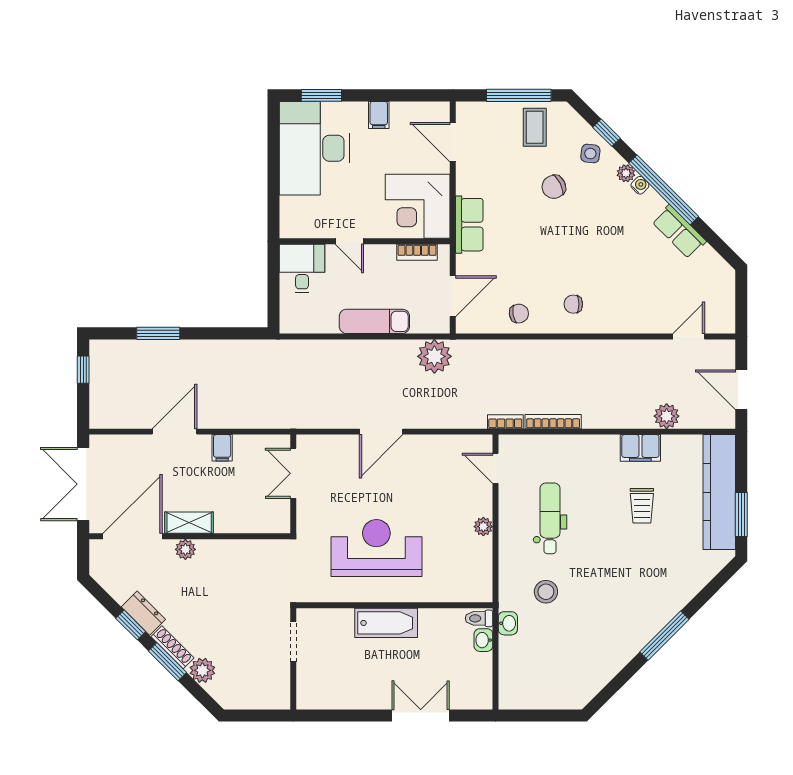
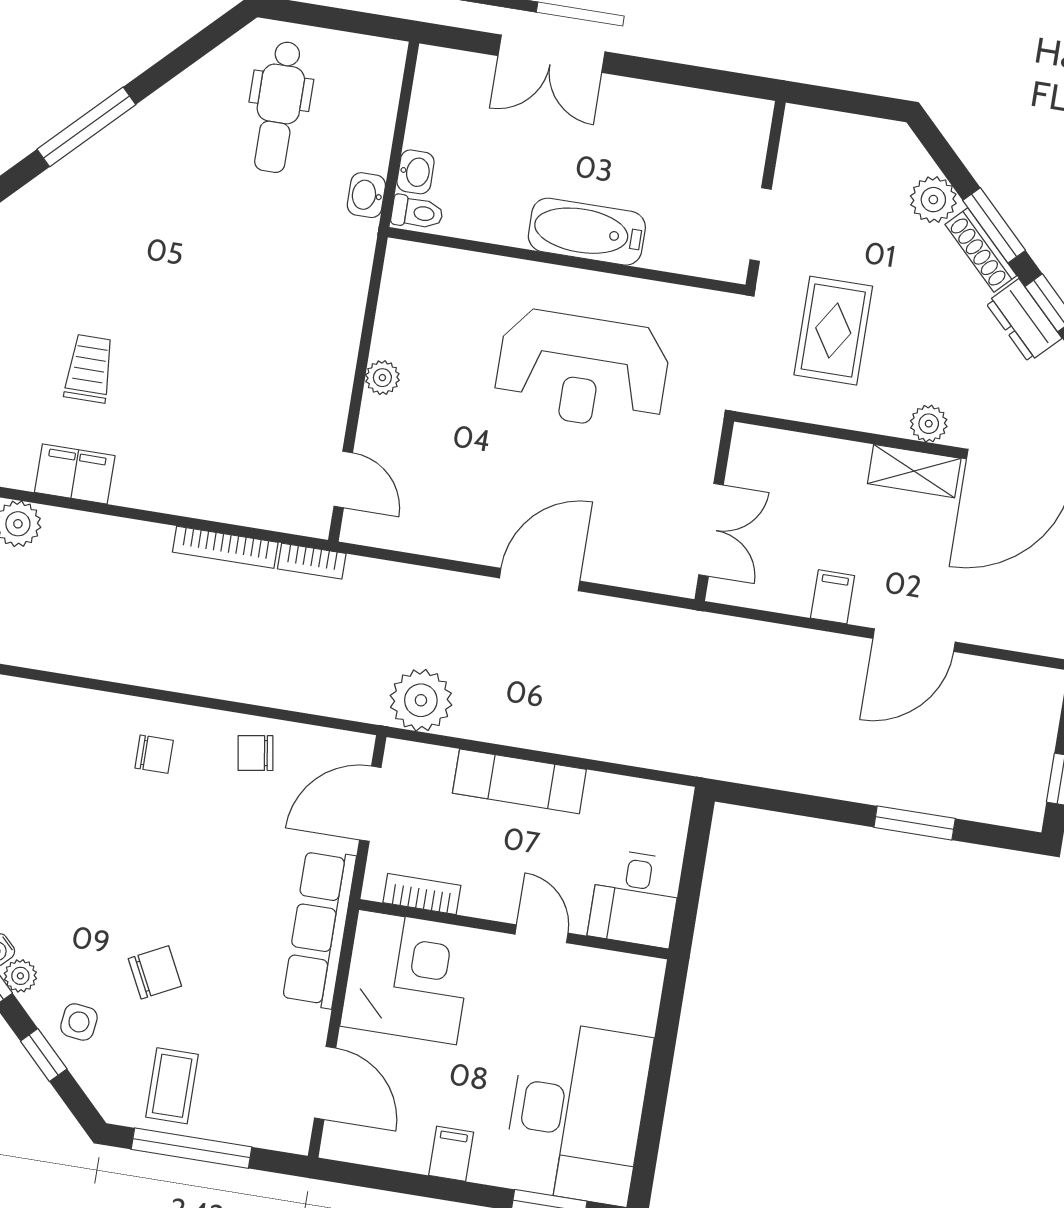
row of seats: (469, 225) -> (319, 929), width x1.48
dental chair: (550, 518) -> (279, 107), moved
rug: (245, 591) -> (833, 331), added
stool: (546, 592) -> (288, 241), removed

